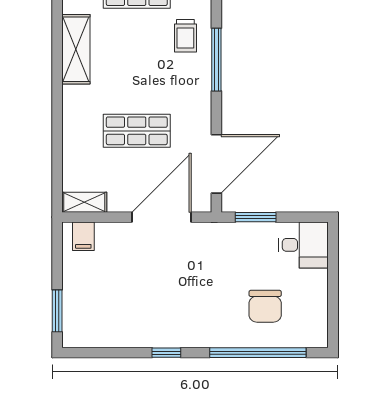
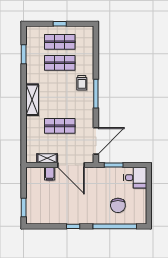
shelving: (76, 49) -> (32, 100), moved
shelving: (84, 202) -> (47, 158), moved
door: (162, 217) -> (71, 165), swing flipped
filing cabinet: (83, 236) -> (50, 174), moved

